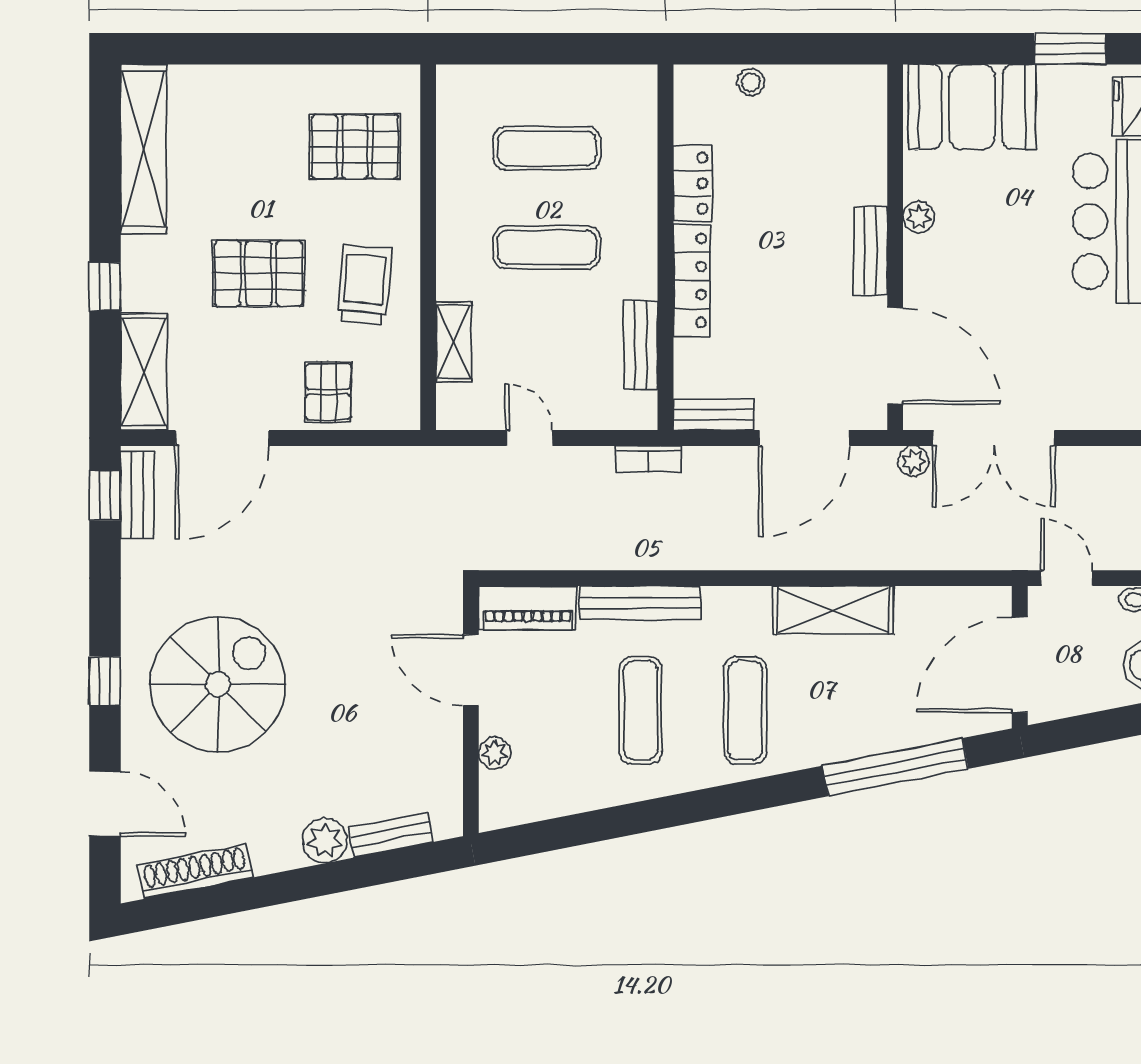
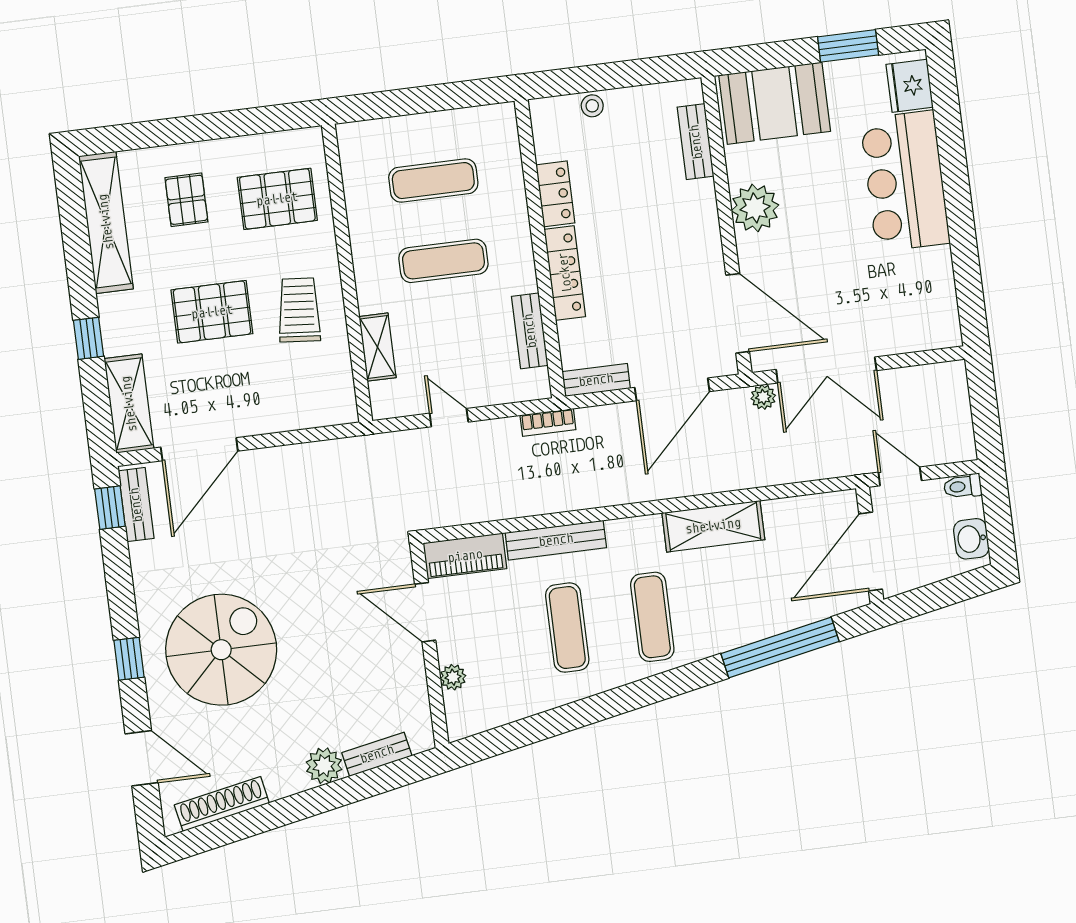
plant: (919, 217) -> (755, 208), width x1.87, depth x1.87
bench: (870, 251) -> (696, 142), moved
pallet: (328, 392) -> (186, 200), moved

